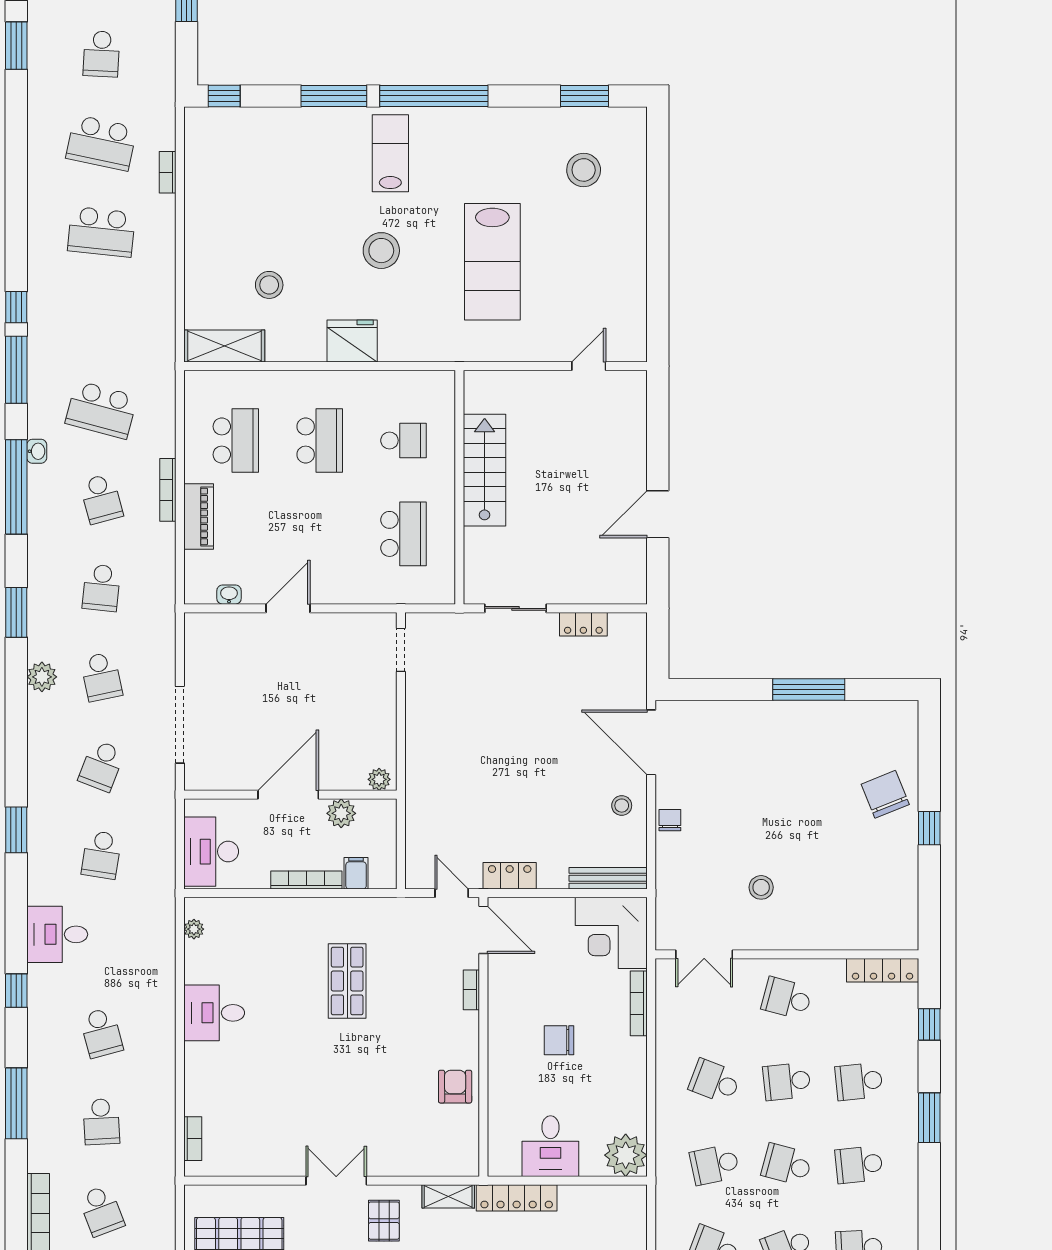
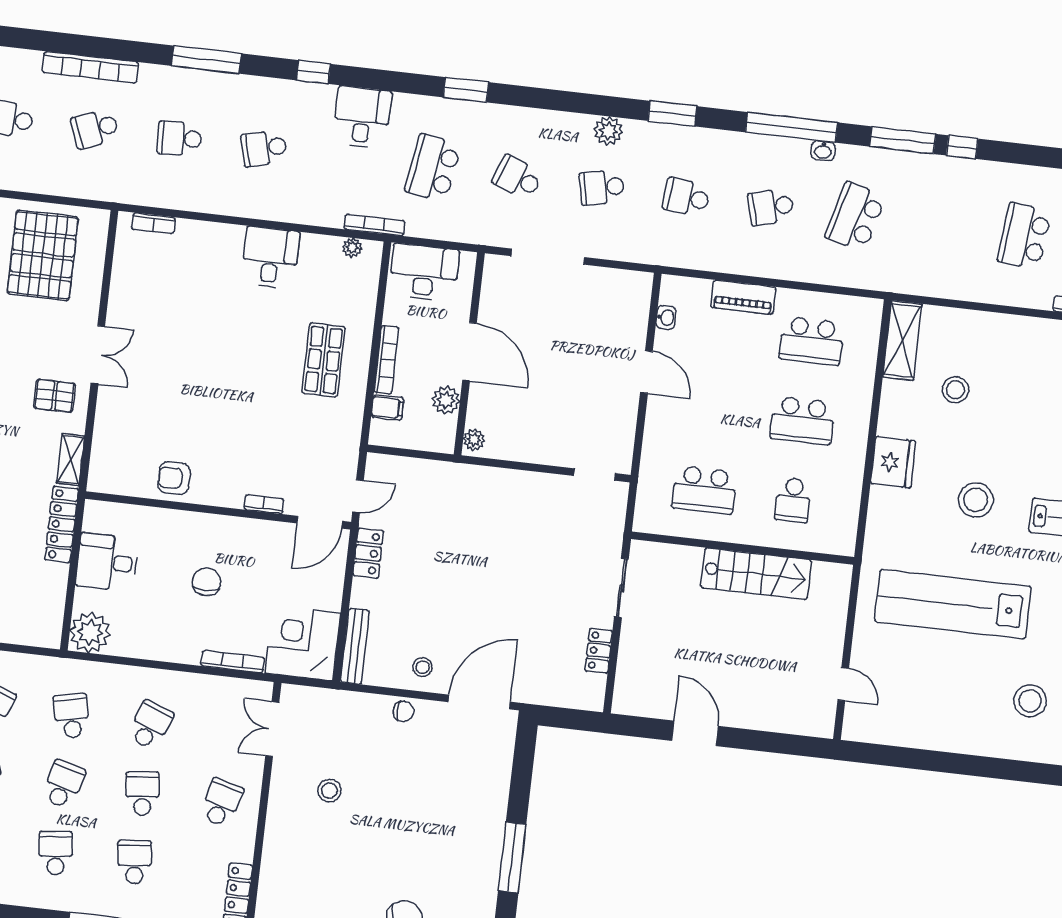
lab bench: (492, 262) -> (953, 604), width x1.36
bookcase: (168, 490) -> (374, 225), moved
school desk: (101, 855) -> (433, 168), width x1.85
shop shelf: (347, 981) -> (324, 360), moved, turned 90
armchair: (455, 1087) -> (174, 478), turned 180

